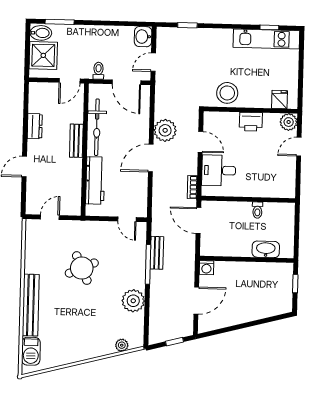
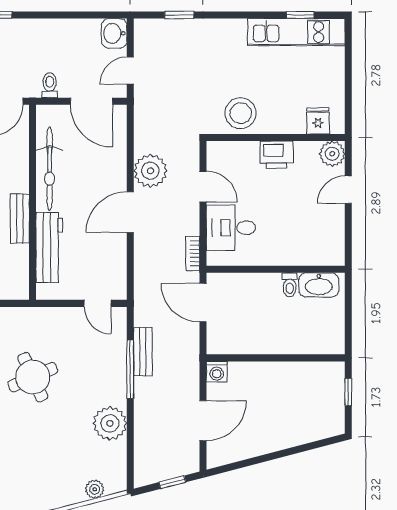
bench: (76, 141) -> (20, 219), moved
washbasin: (266, 249) -> (319, 285), moved, turned 180

